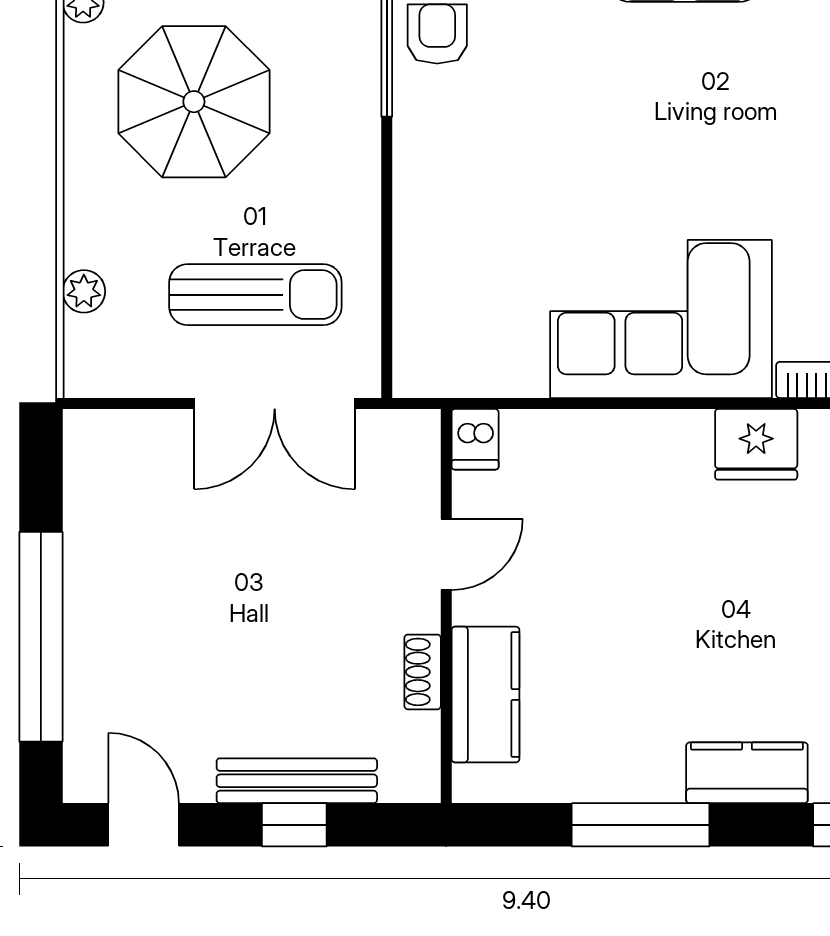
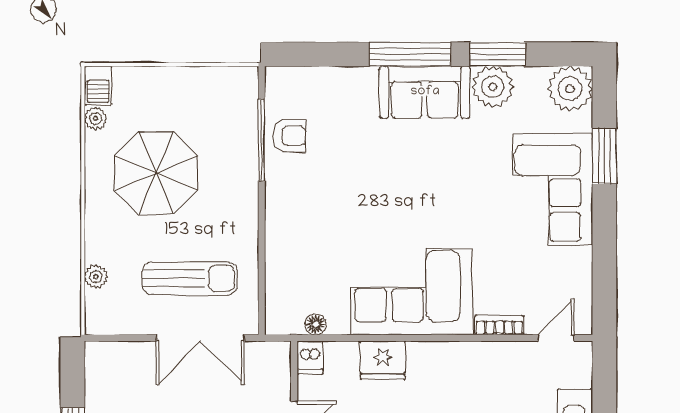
armchair: (437, 34) -> (289, 136), turned 90
floor lamp: (486, 379) -> (316, 325), added
fridge: (756, 444) -> (383, 360), moved

